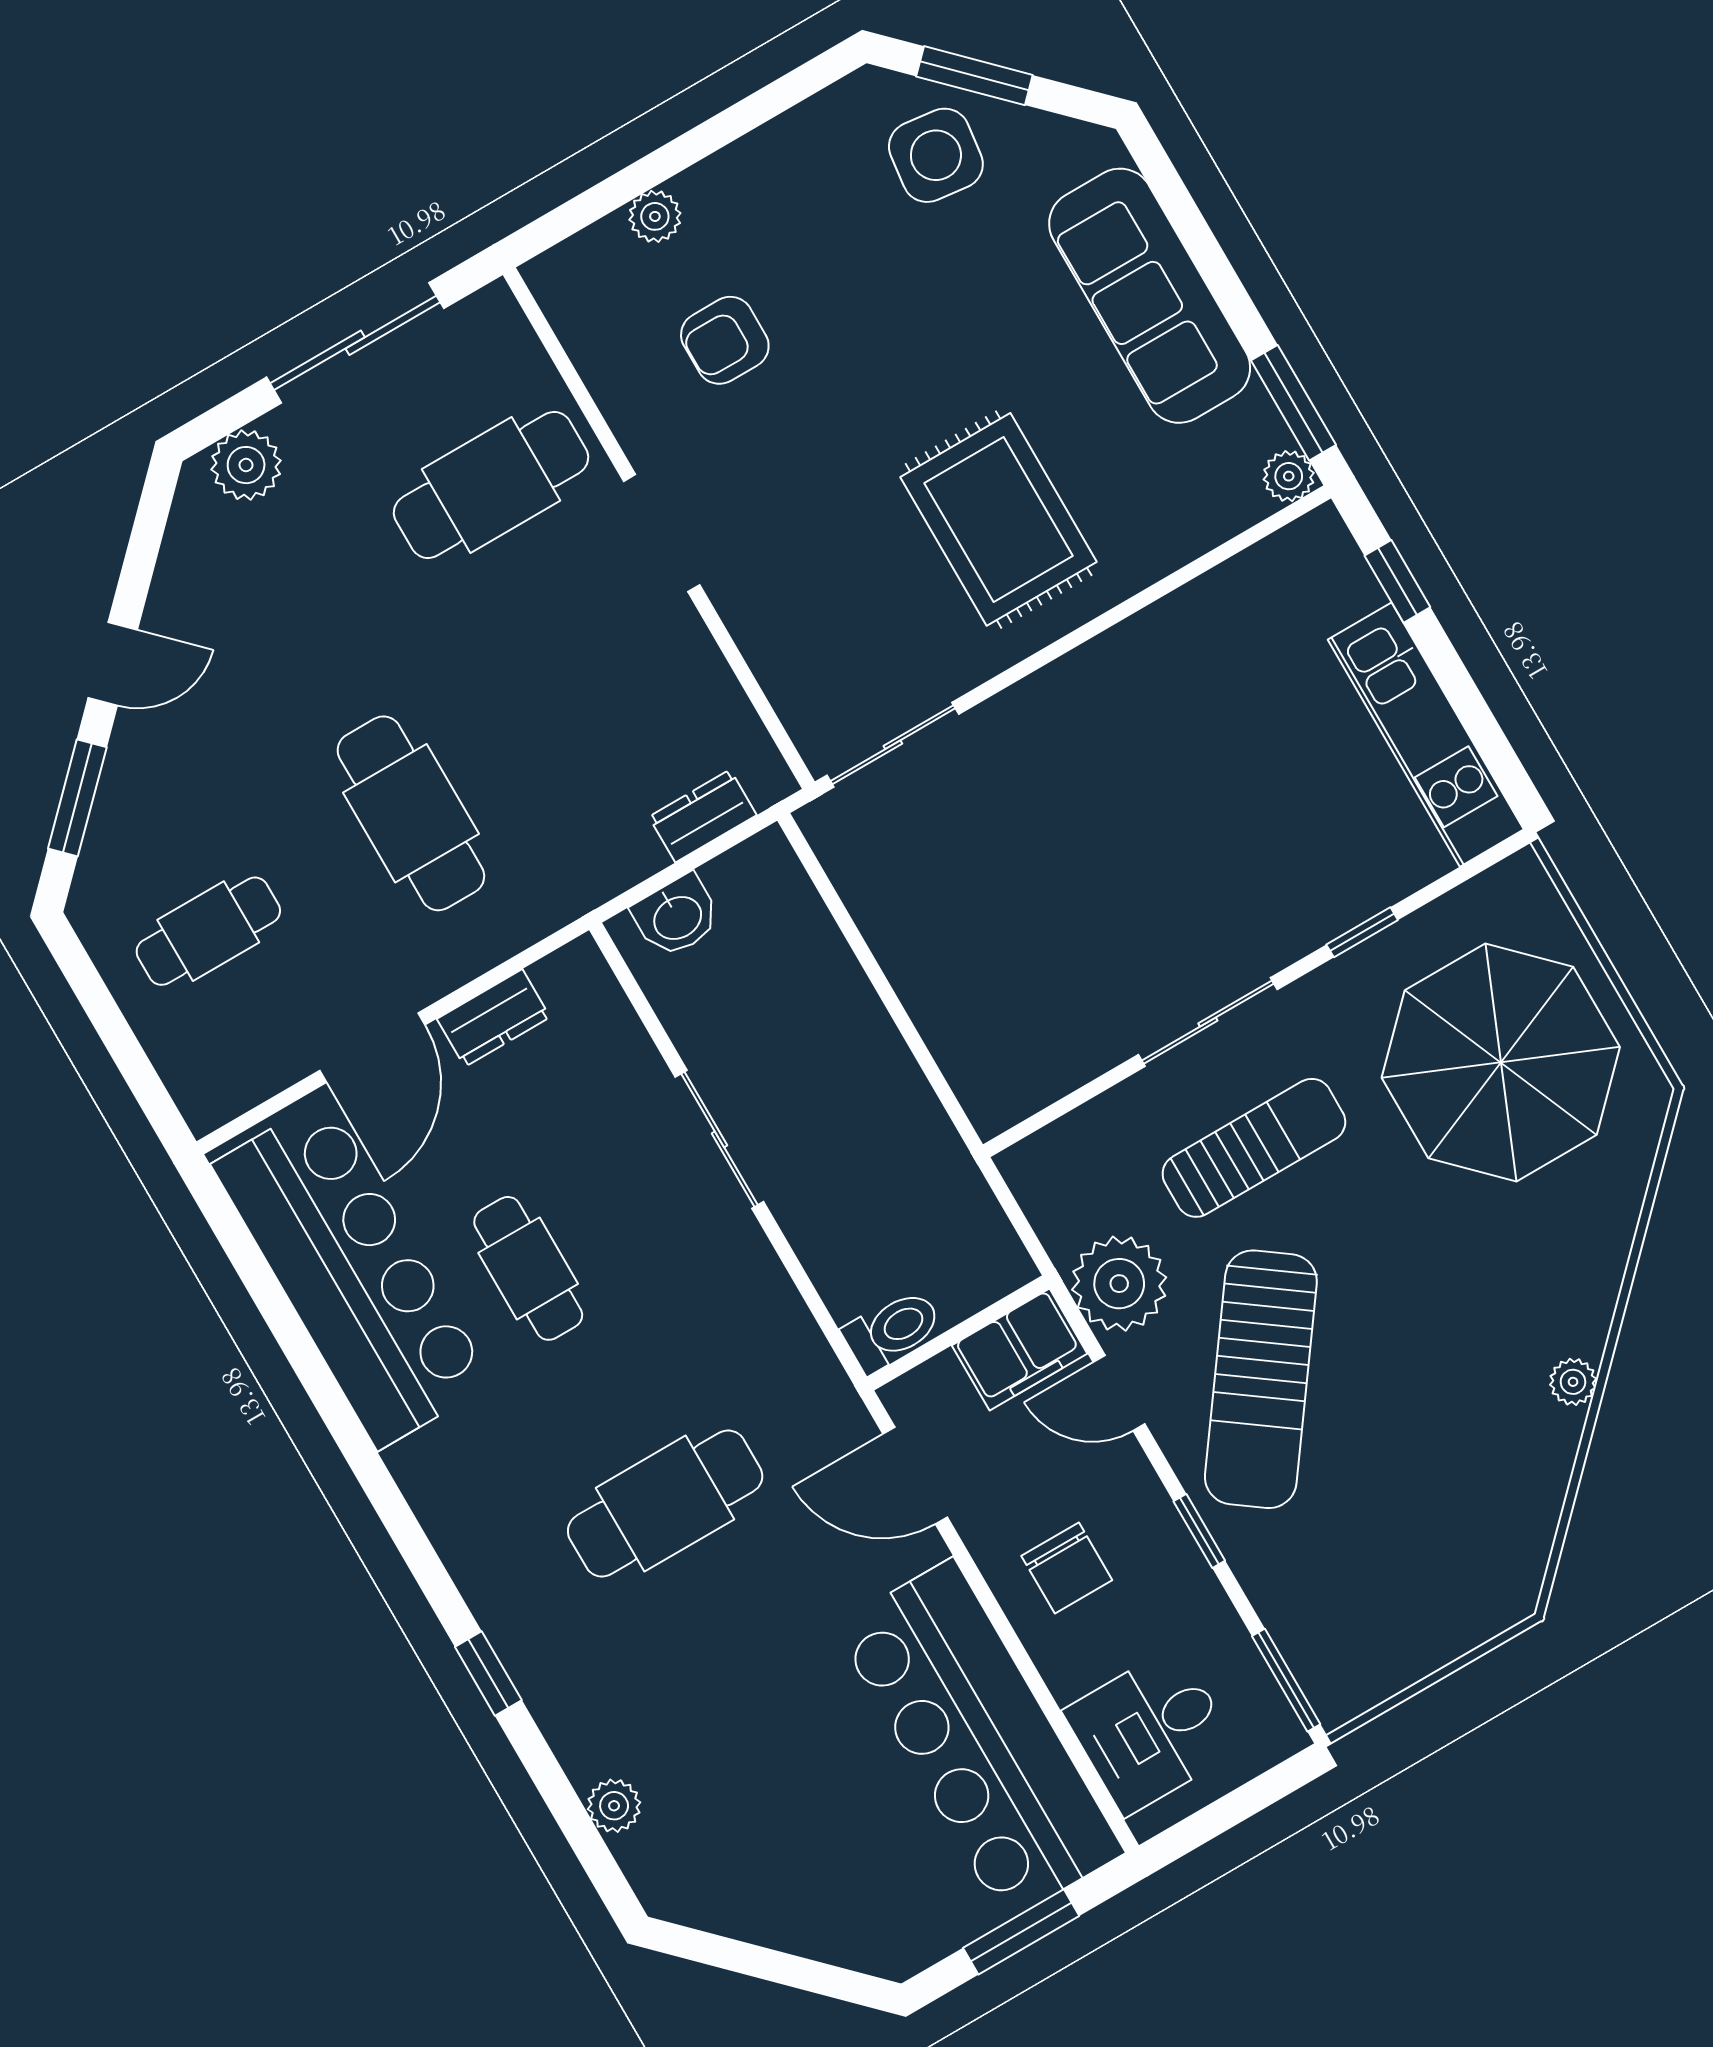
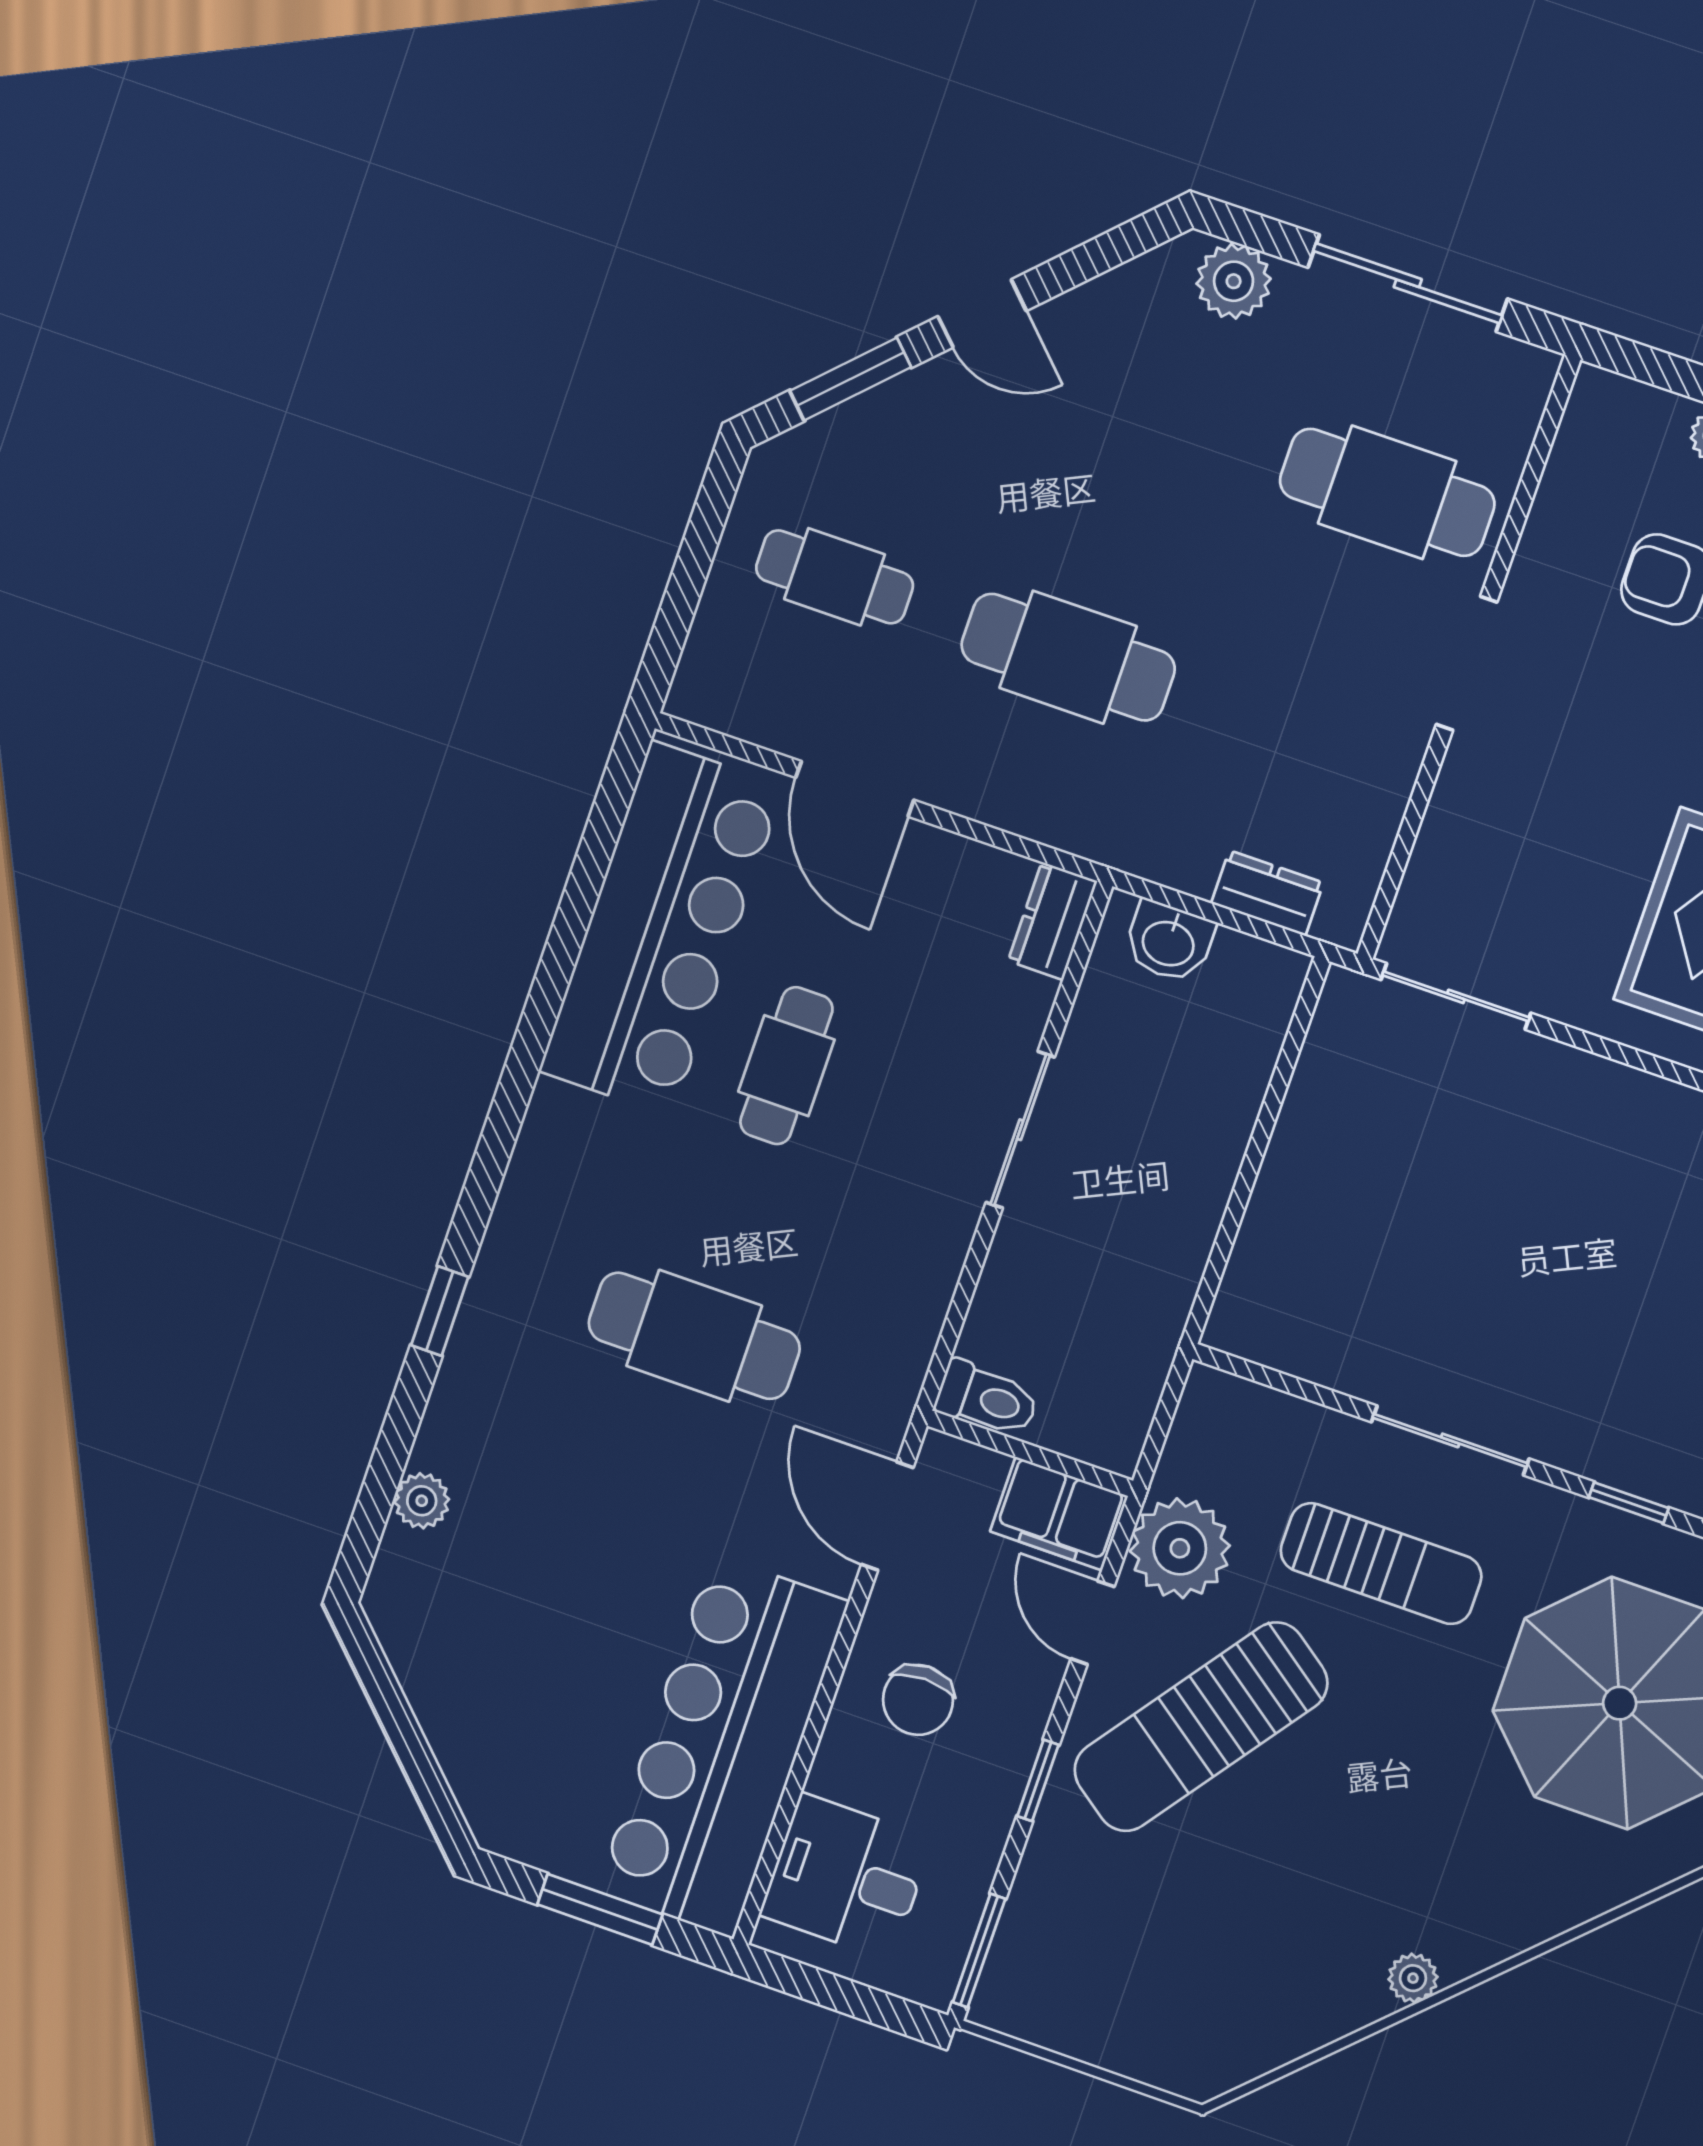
cafe table: (411, 813) -> (1068, 657), turned 90
dresser: (494, 1018) -> (1053, 921), moved, turned 90
door: (372, 1048) -> (855, 789), hinge flipped

